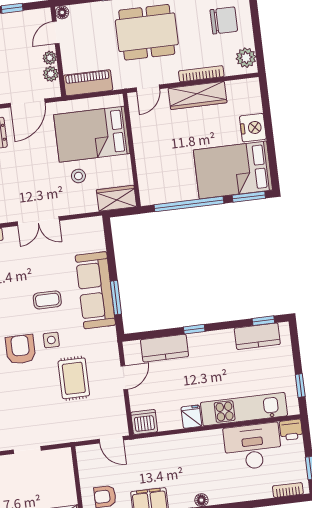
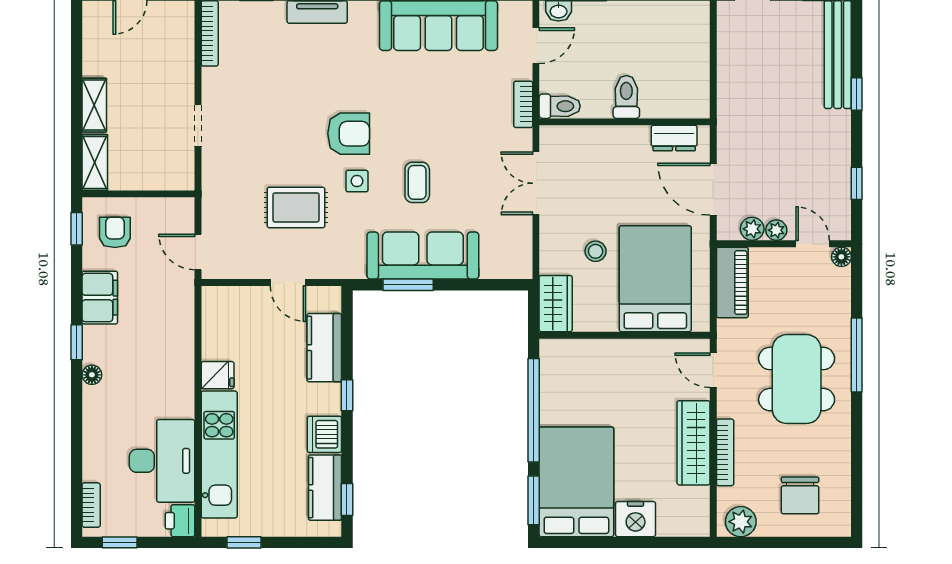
dishwasher: (144, 422) -> (324, 434), moved, turned 180
door: (111, 440) -> (198, 252), hinge flipped

